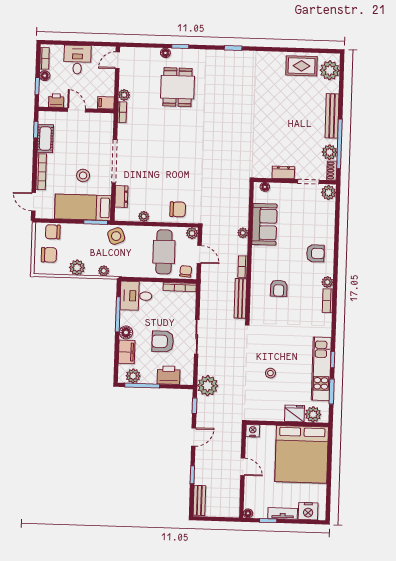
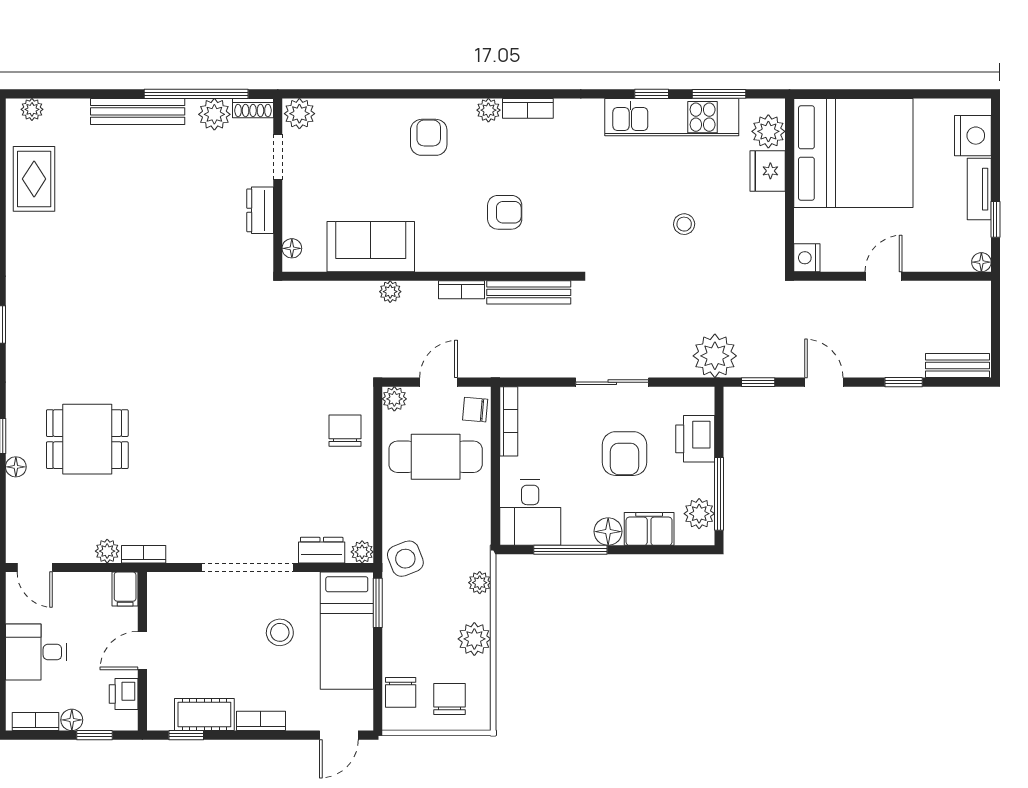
plant: (330, 70) -> (32, 109), width x0.53, depth x0.53
bookcase: (41, 172) -> (261, 721), width x0.64
plant: (144, 216) -> (362, 552), moved

